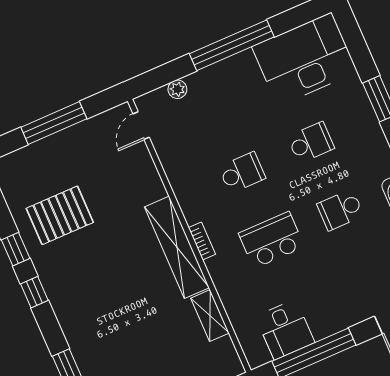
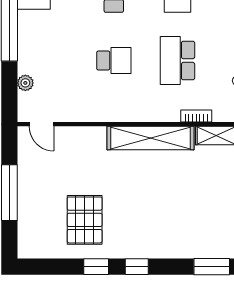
school desk: (242, 173) -> (114, 61), turned 90
bookcase: (202, 241) -> (196, 116), moved

